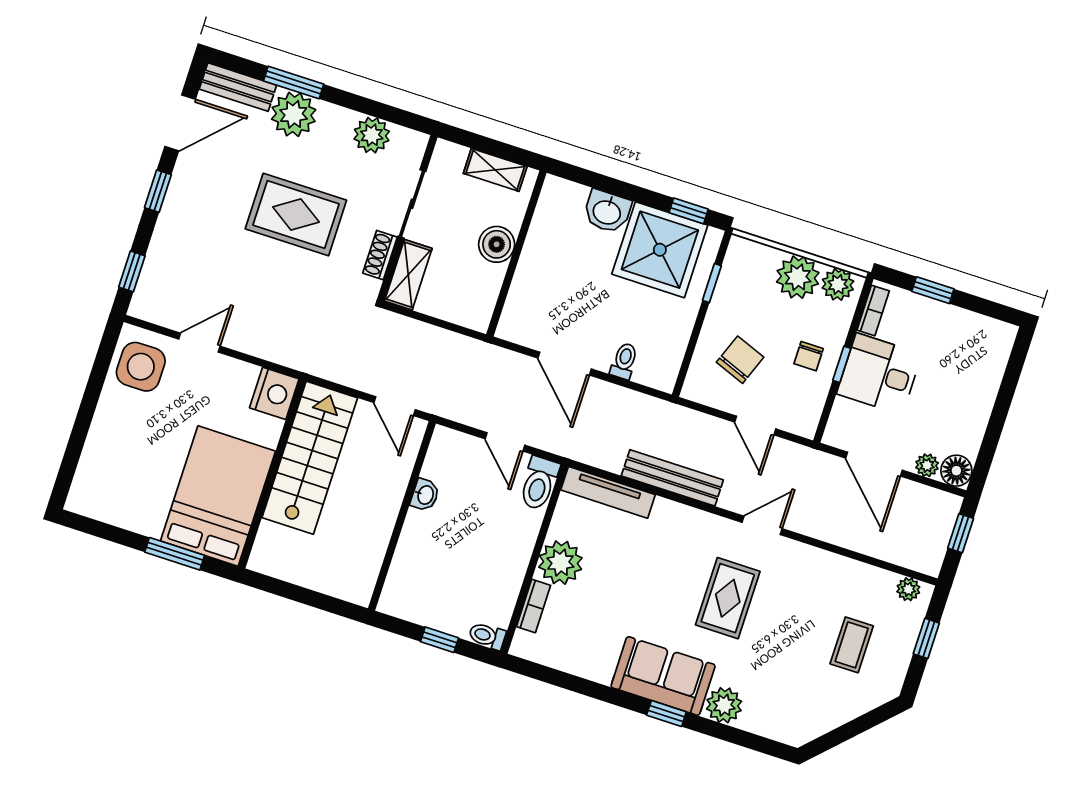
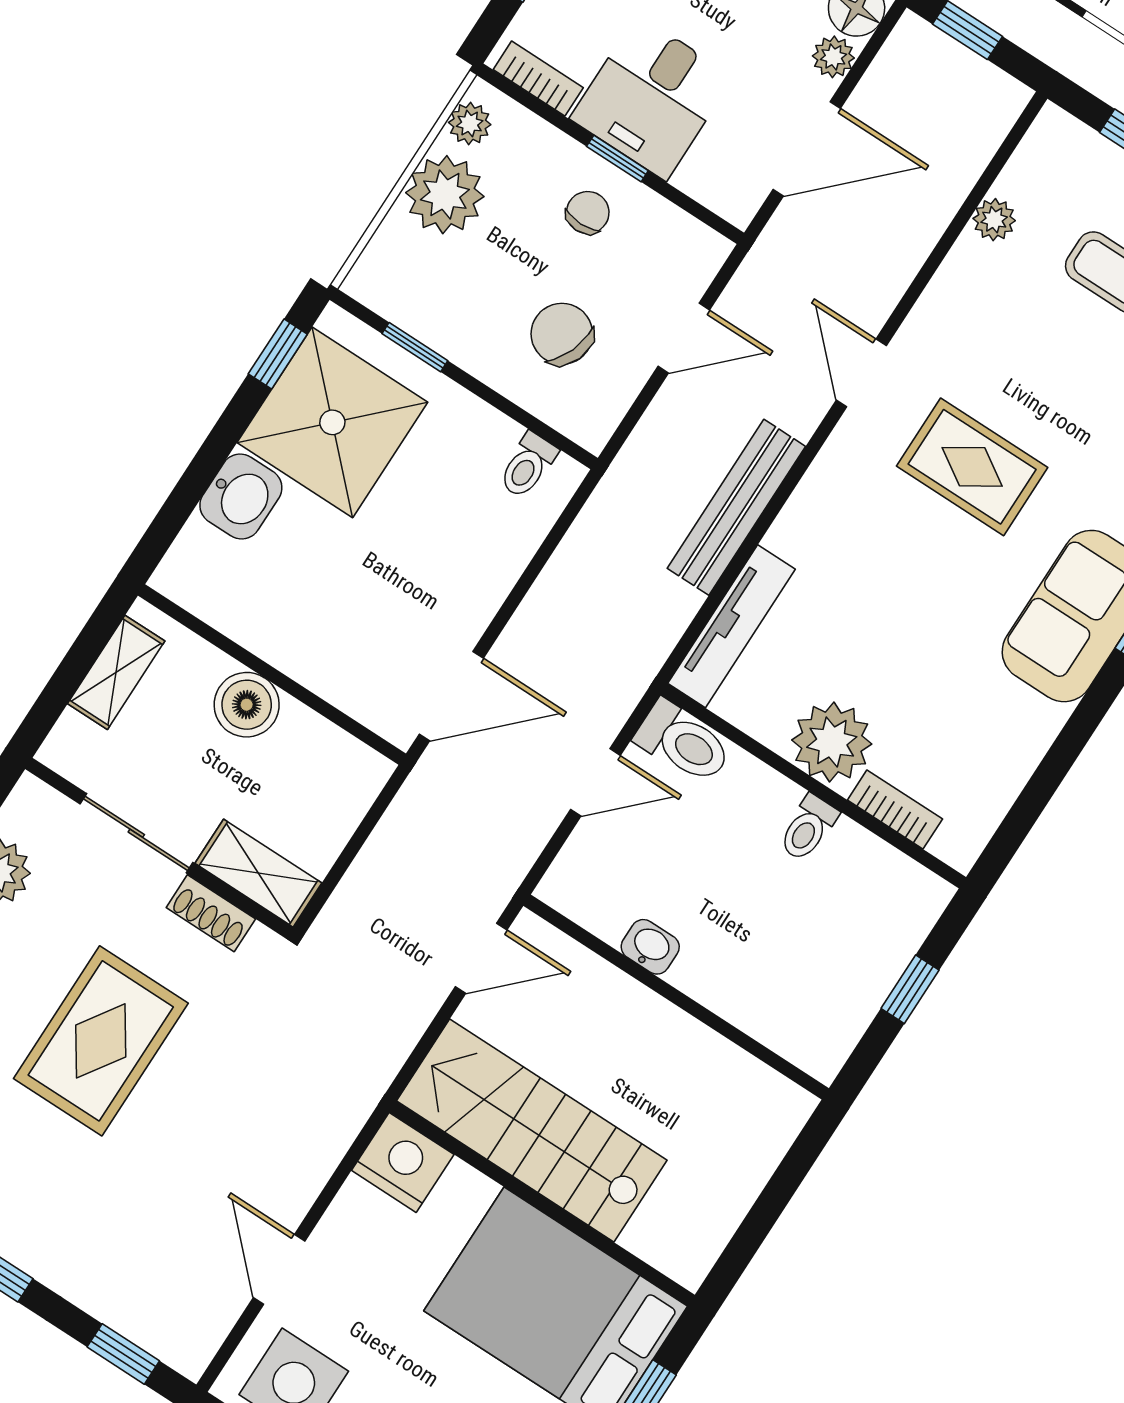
plant: (838, 285) -> (470, 124), width x0.73, depth x0.73
chair: (809, 356) -> (588, 213), turned -90
toilet: (624, 361) -> (528, 465), moved, turned -90
door: (565, 364) -> (451, 696), moved
plant: (908, 589) -> (994, 220), moved
toilet: (487, 636) -> (808, 828), moved

